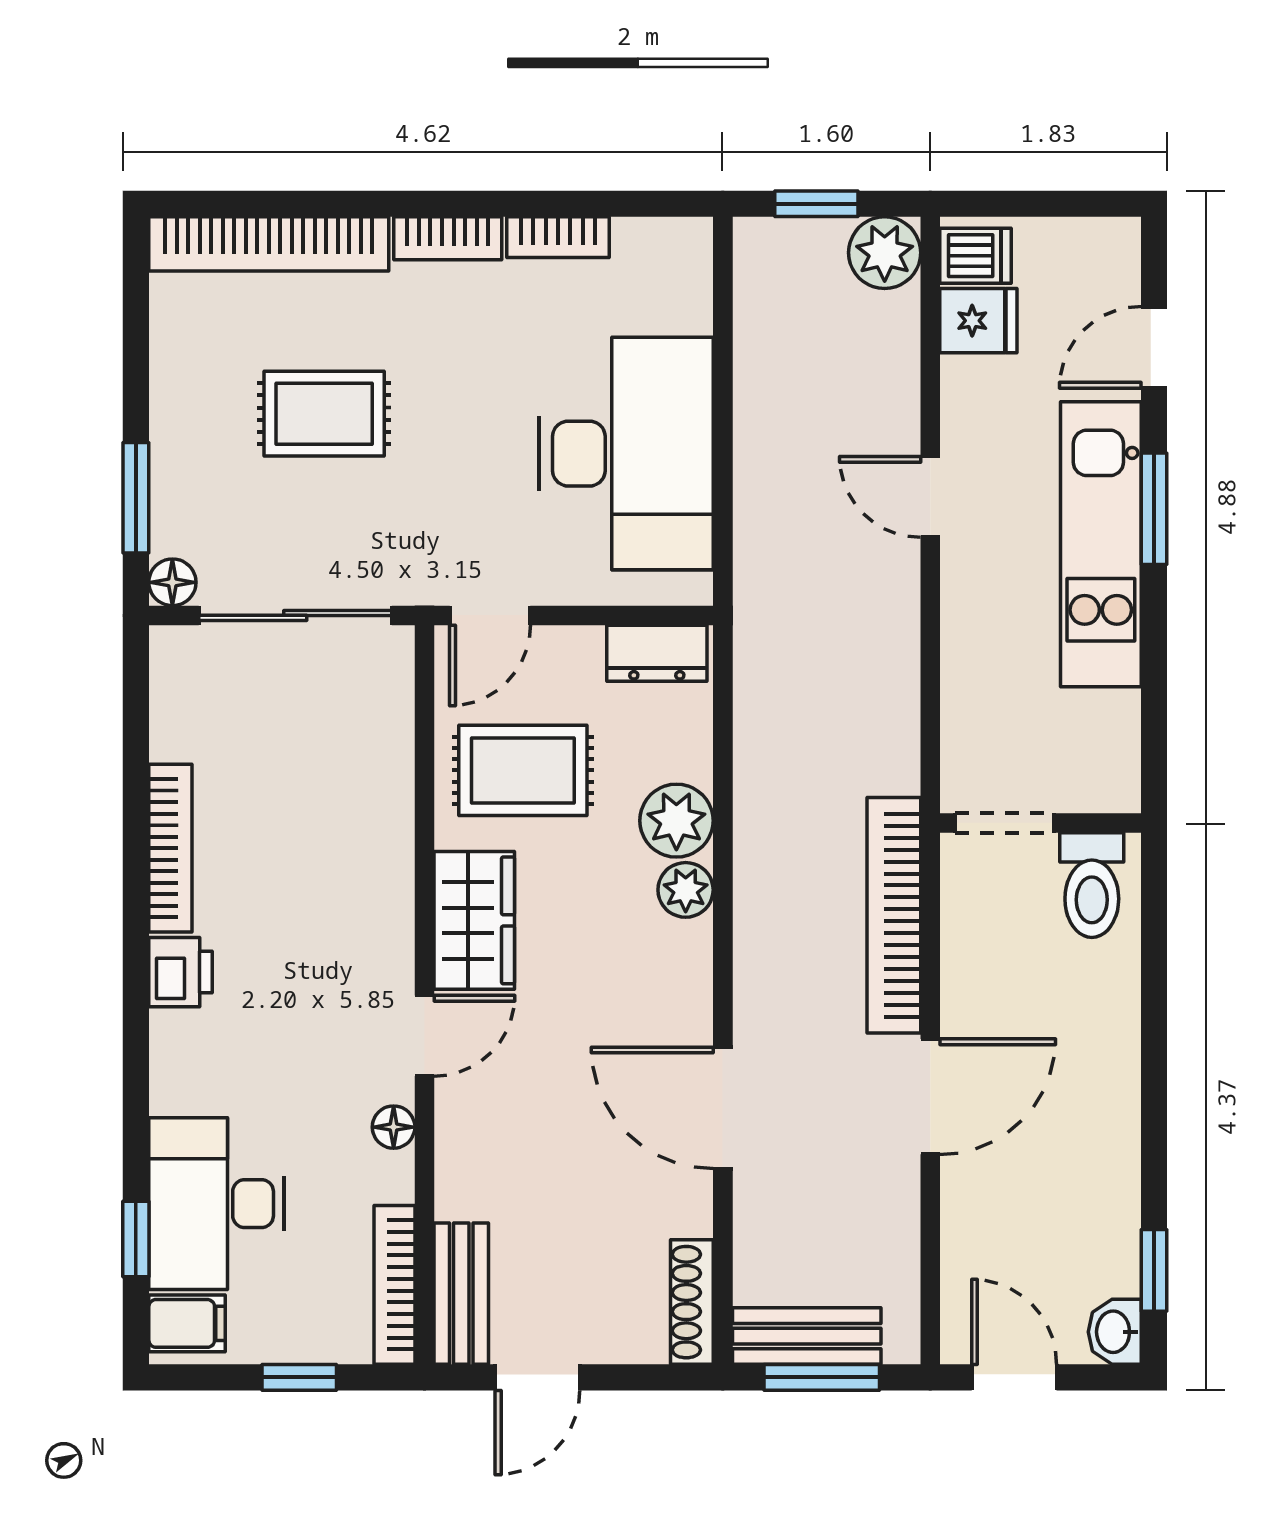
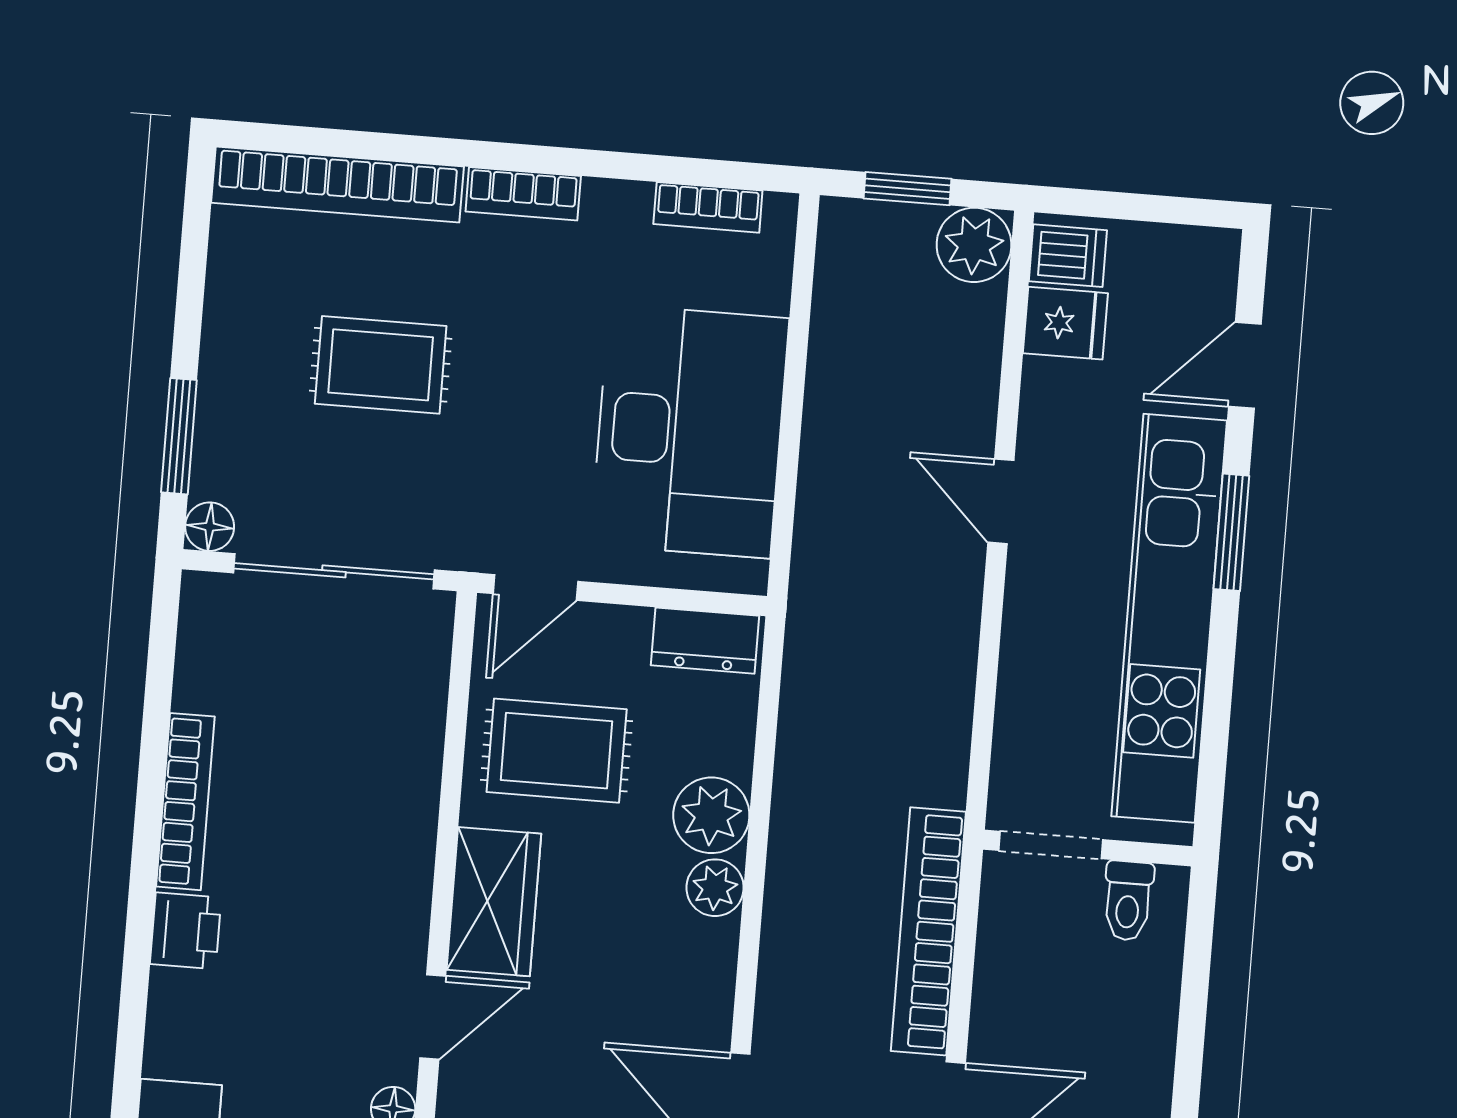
bookcase: (558, 237) -> (708, 207), moved
kitchen unit: (1101, 544) -> (1169, 618), width x1.36
toilet: (1092, 885) -> (1128, 901), width x0.73, depth x0.72

